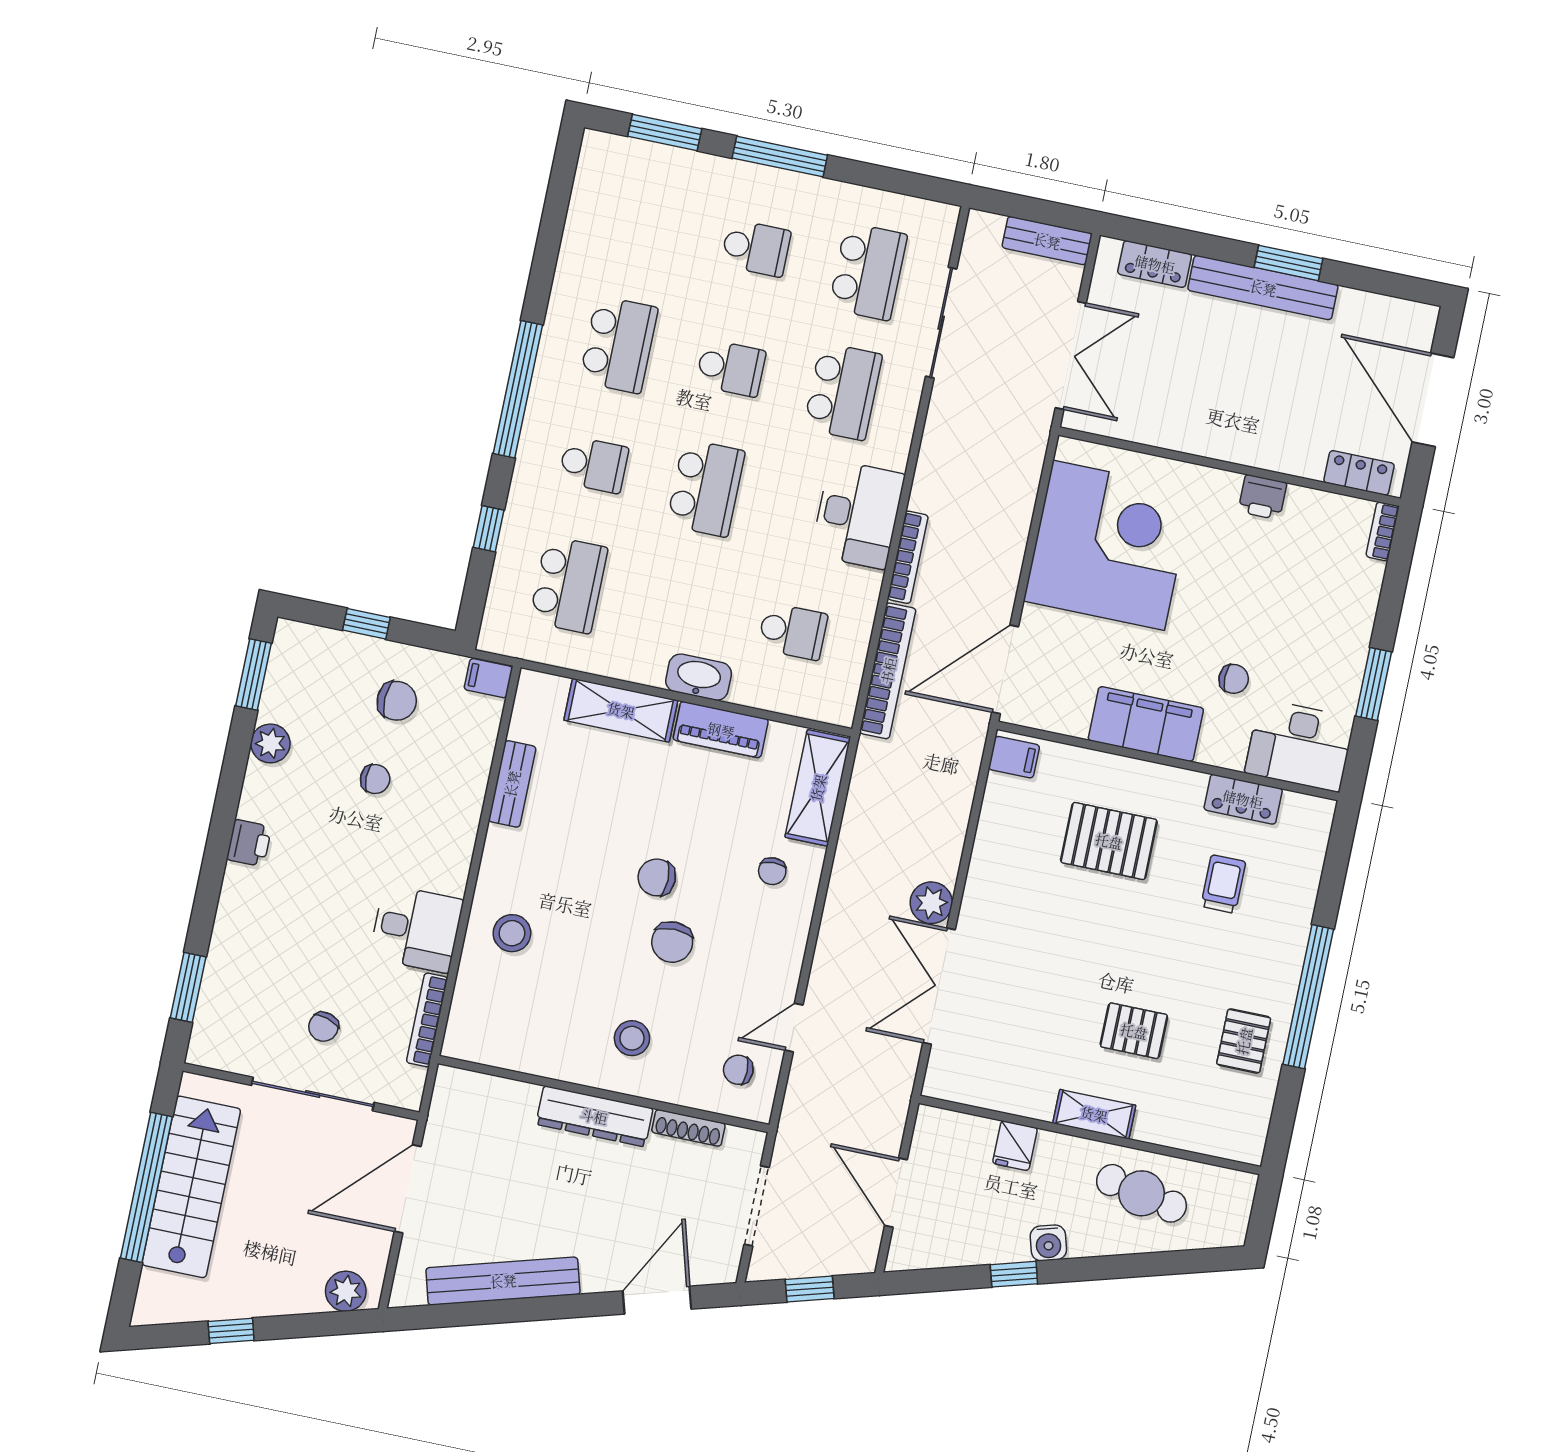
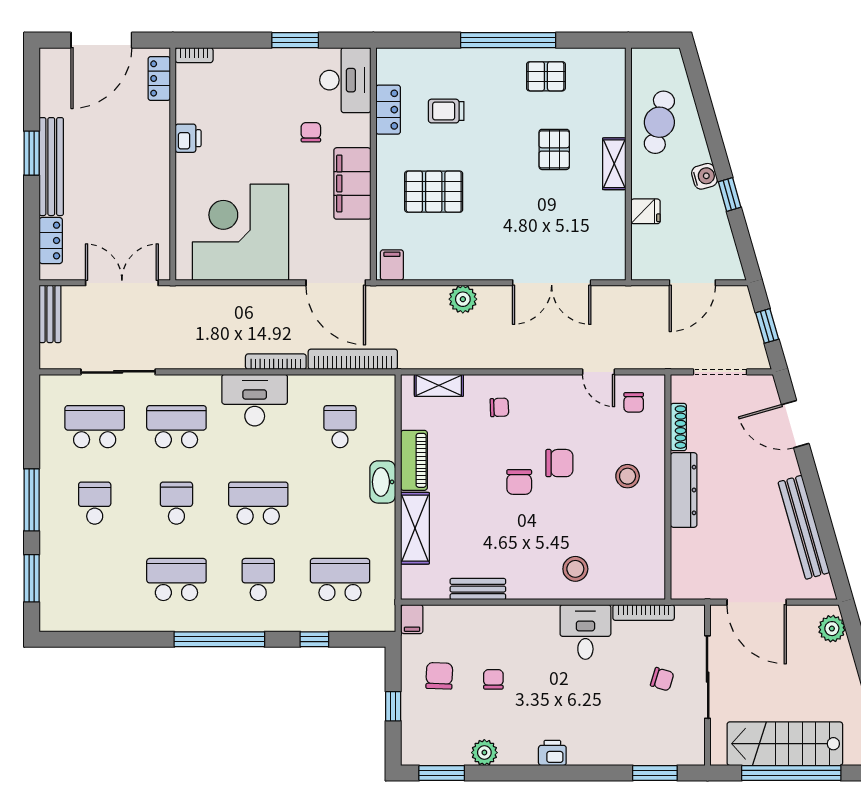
shelving: (818, 788) -> (439, 385), width x0.67, depth x0.75
pallet: (1109, 841) -> (434, 192), turned 90
plant: (931, 903) -> (463, 299), moved

